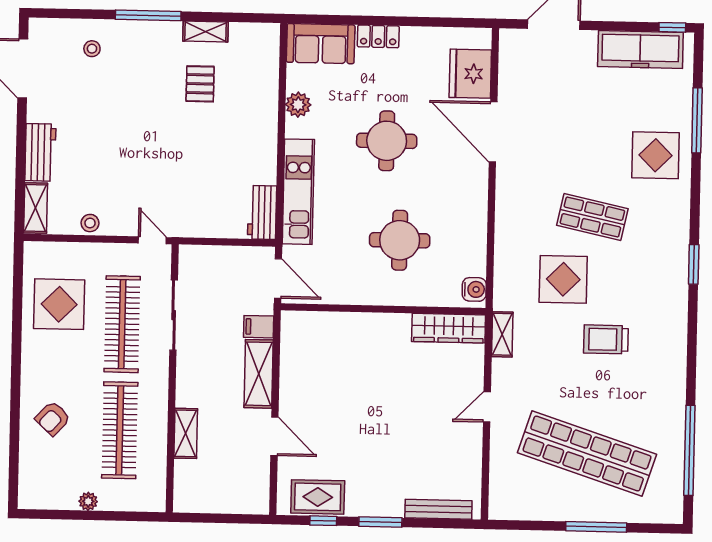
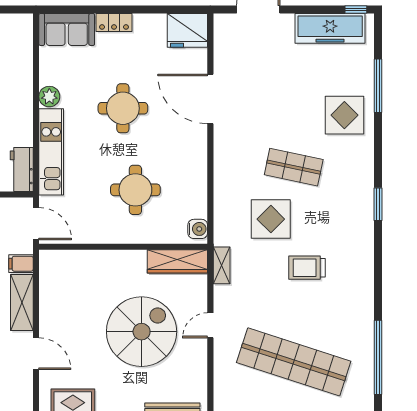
fridge: (470, 74) -> (187, 30), moved, turned -90
plant: (298, 105) -> (49, 97), moved
spiral stairs: (403, 413) -> (142, 332), added

